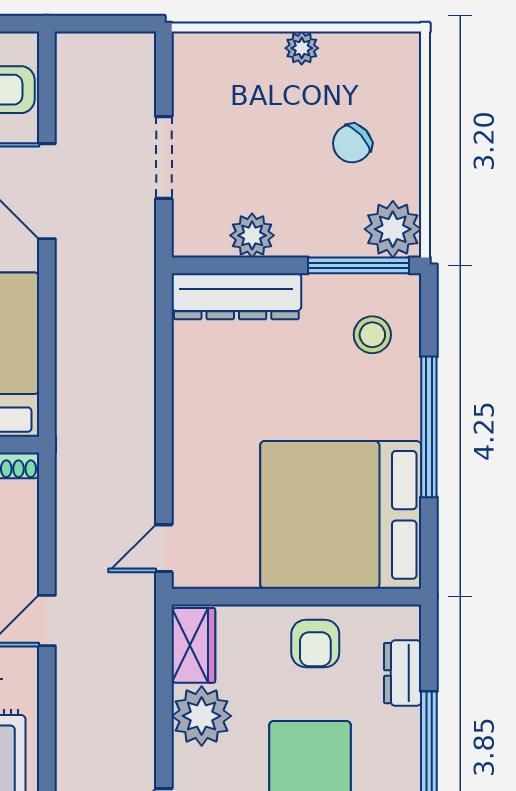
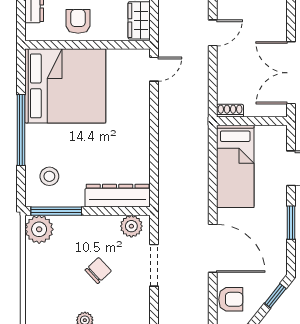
chair: (352, 143) -> (98, 271), moved
plant: (252, 235) -> (131, 226), moved

